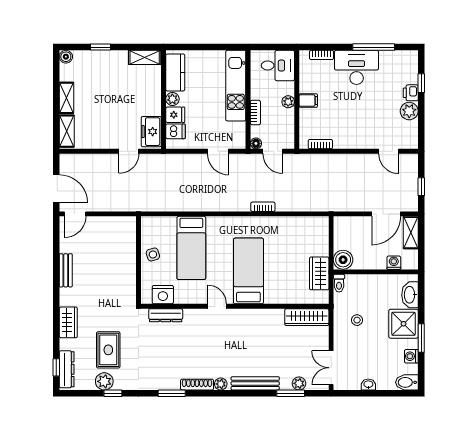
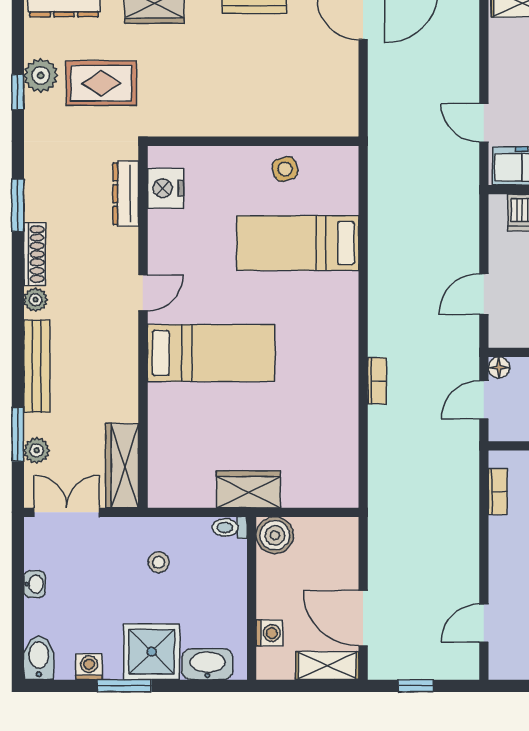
bed: (248, 271) -> (211, 353), moved
nightstand: (163, 295) -> (165, 188), moved
door: (217, 306) -> (143, 293), moved
wall: (235, 306) -> (143, 327), moved
dresser: (166, 315) -> (126, 194), moved
wardrobe: (307, 317) -> (122, 466), moved

